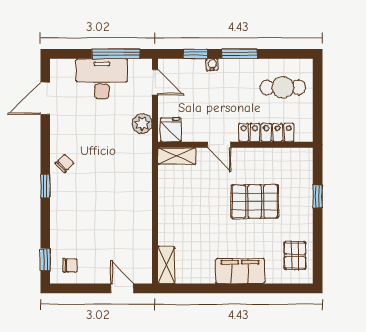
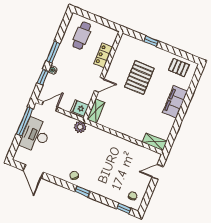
plant: (142, 124) -> (80, 127), moved
locker: (266, 133) -> (103, 55), width x0.66

